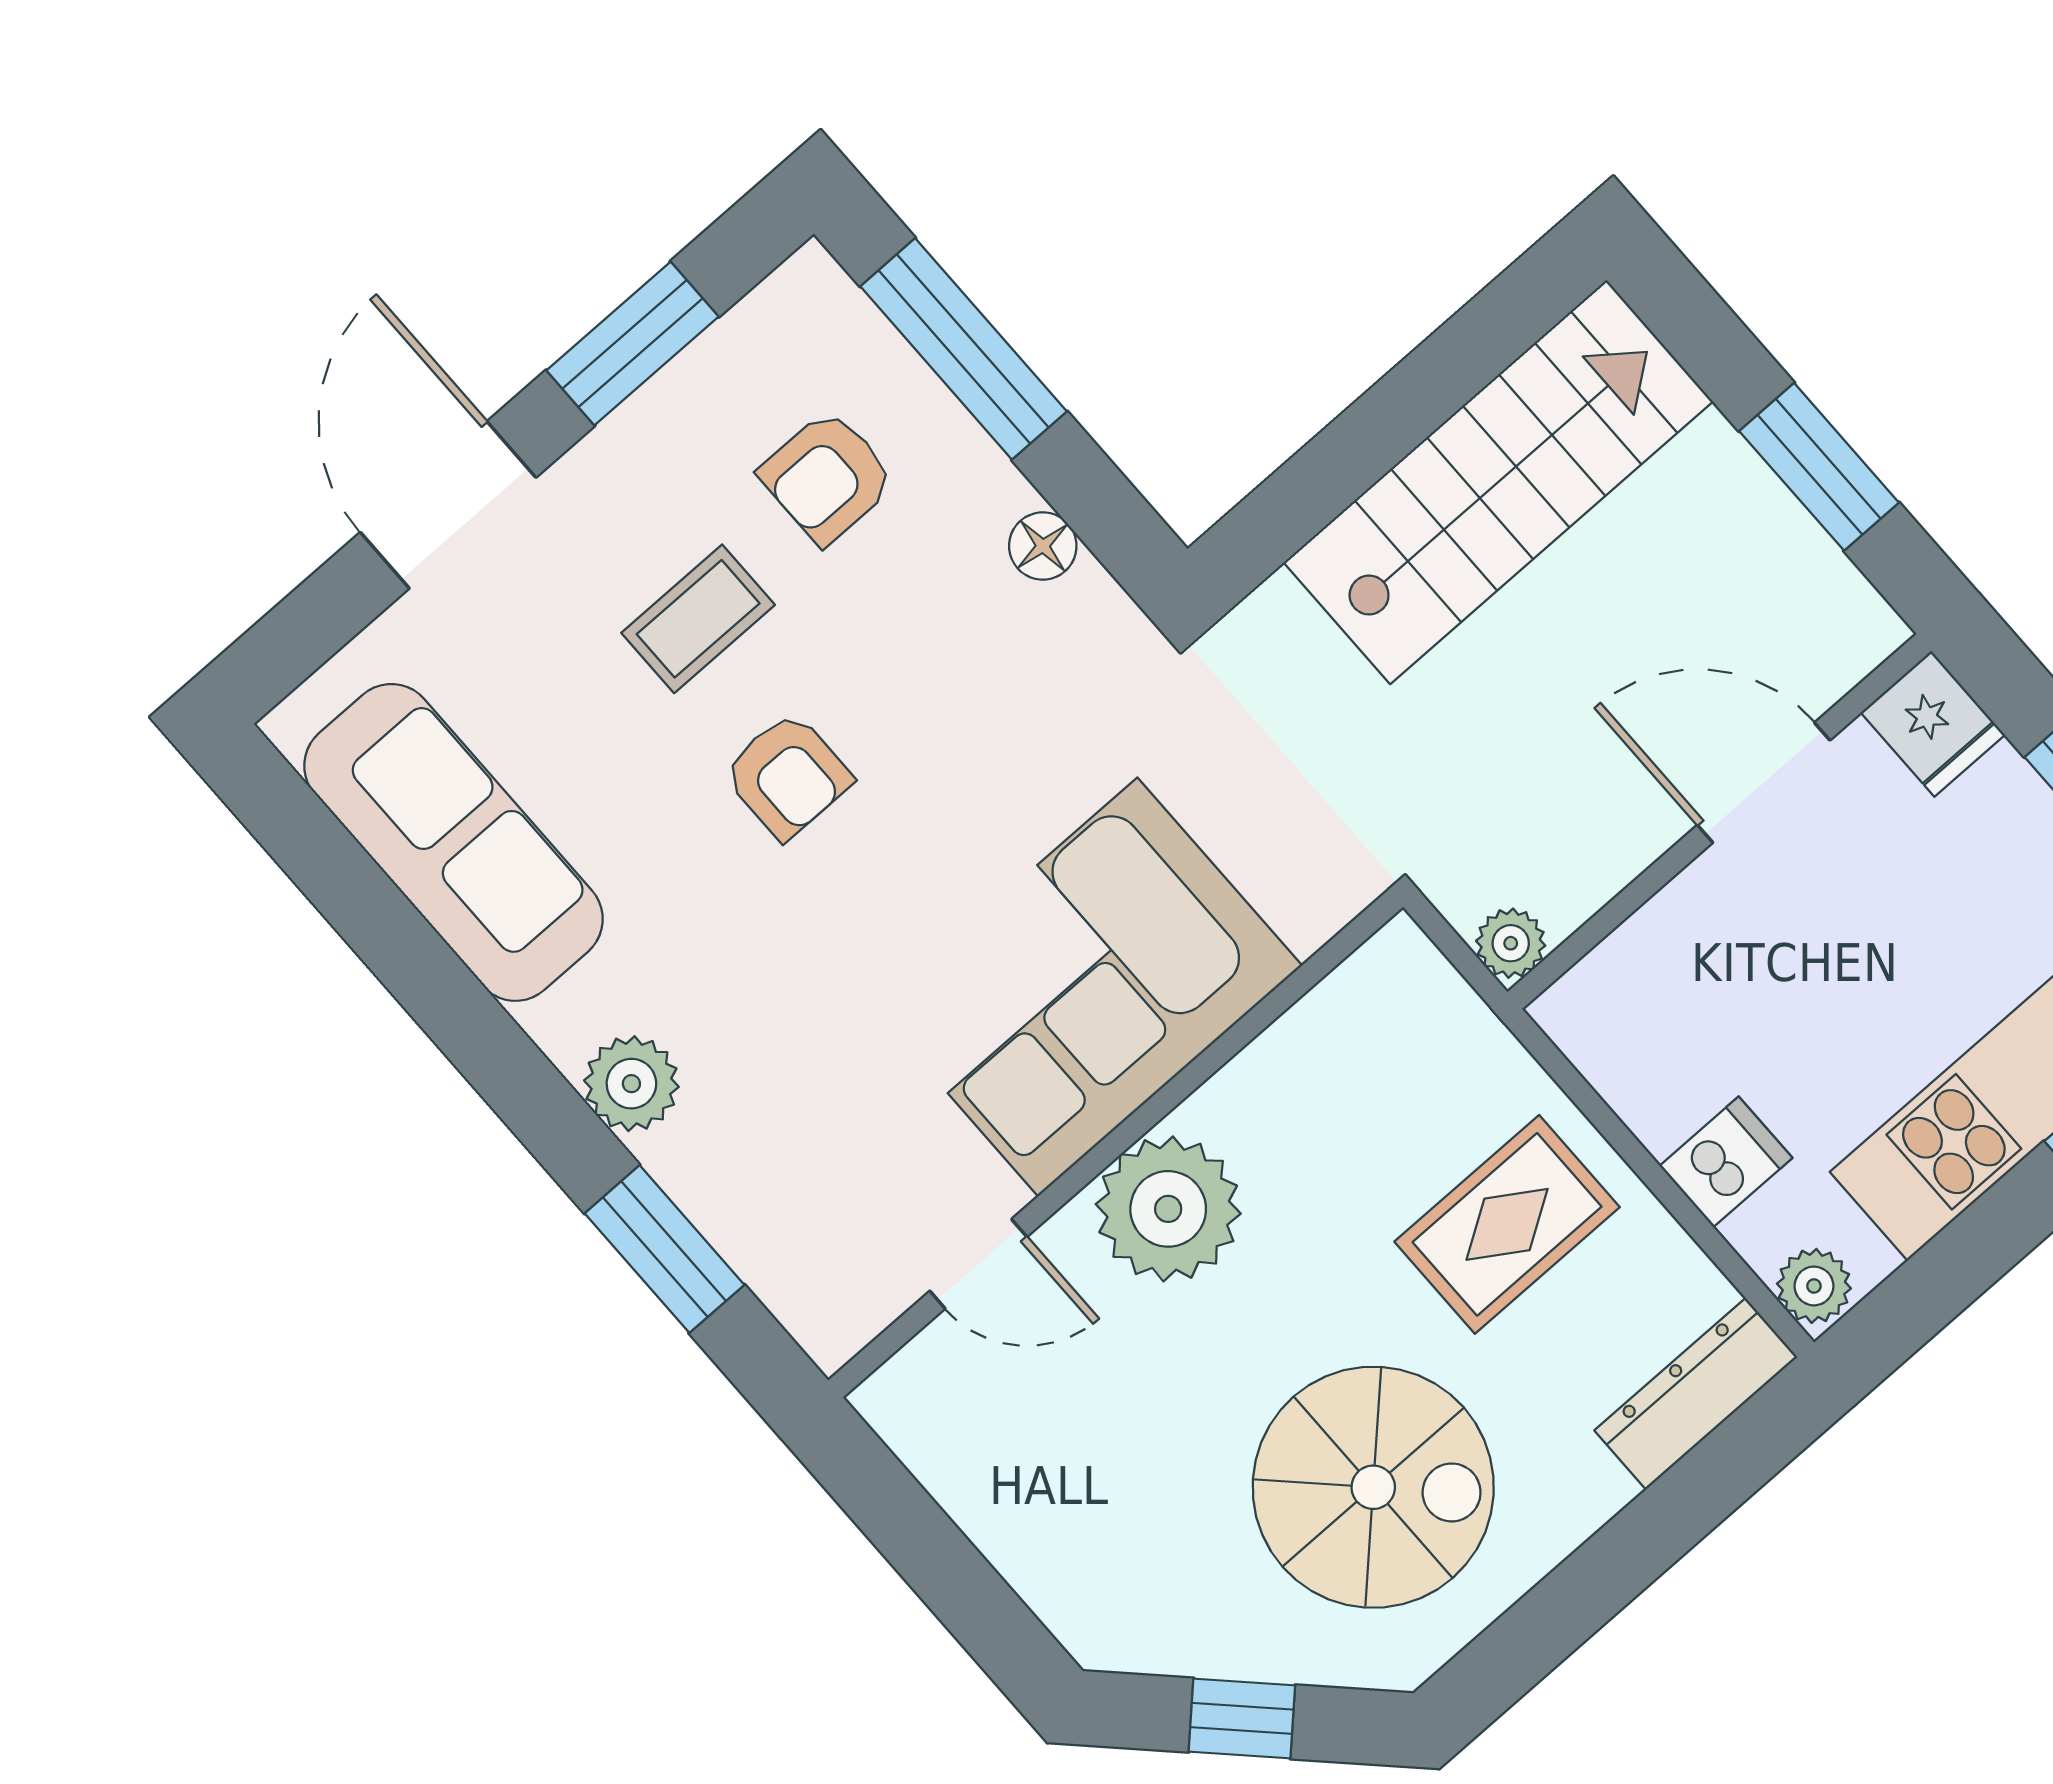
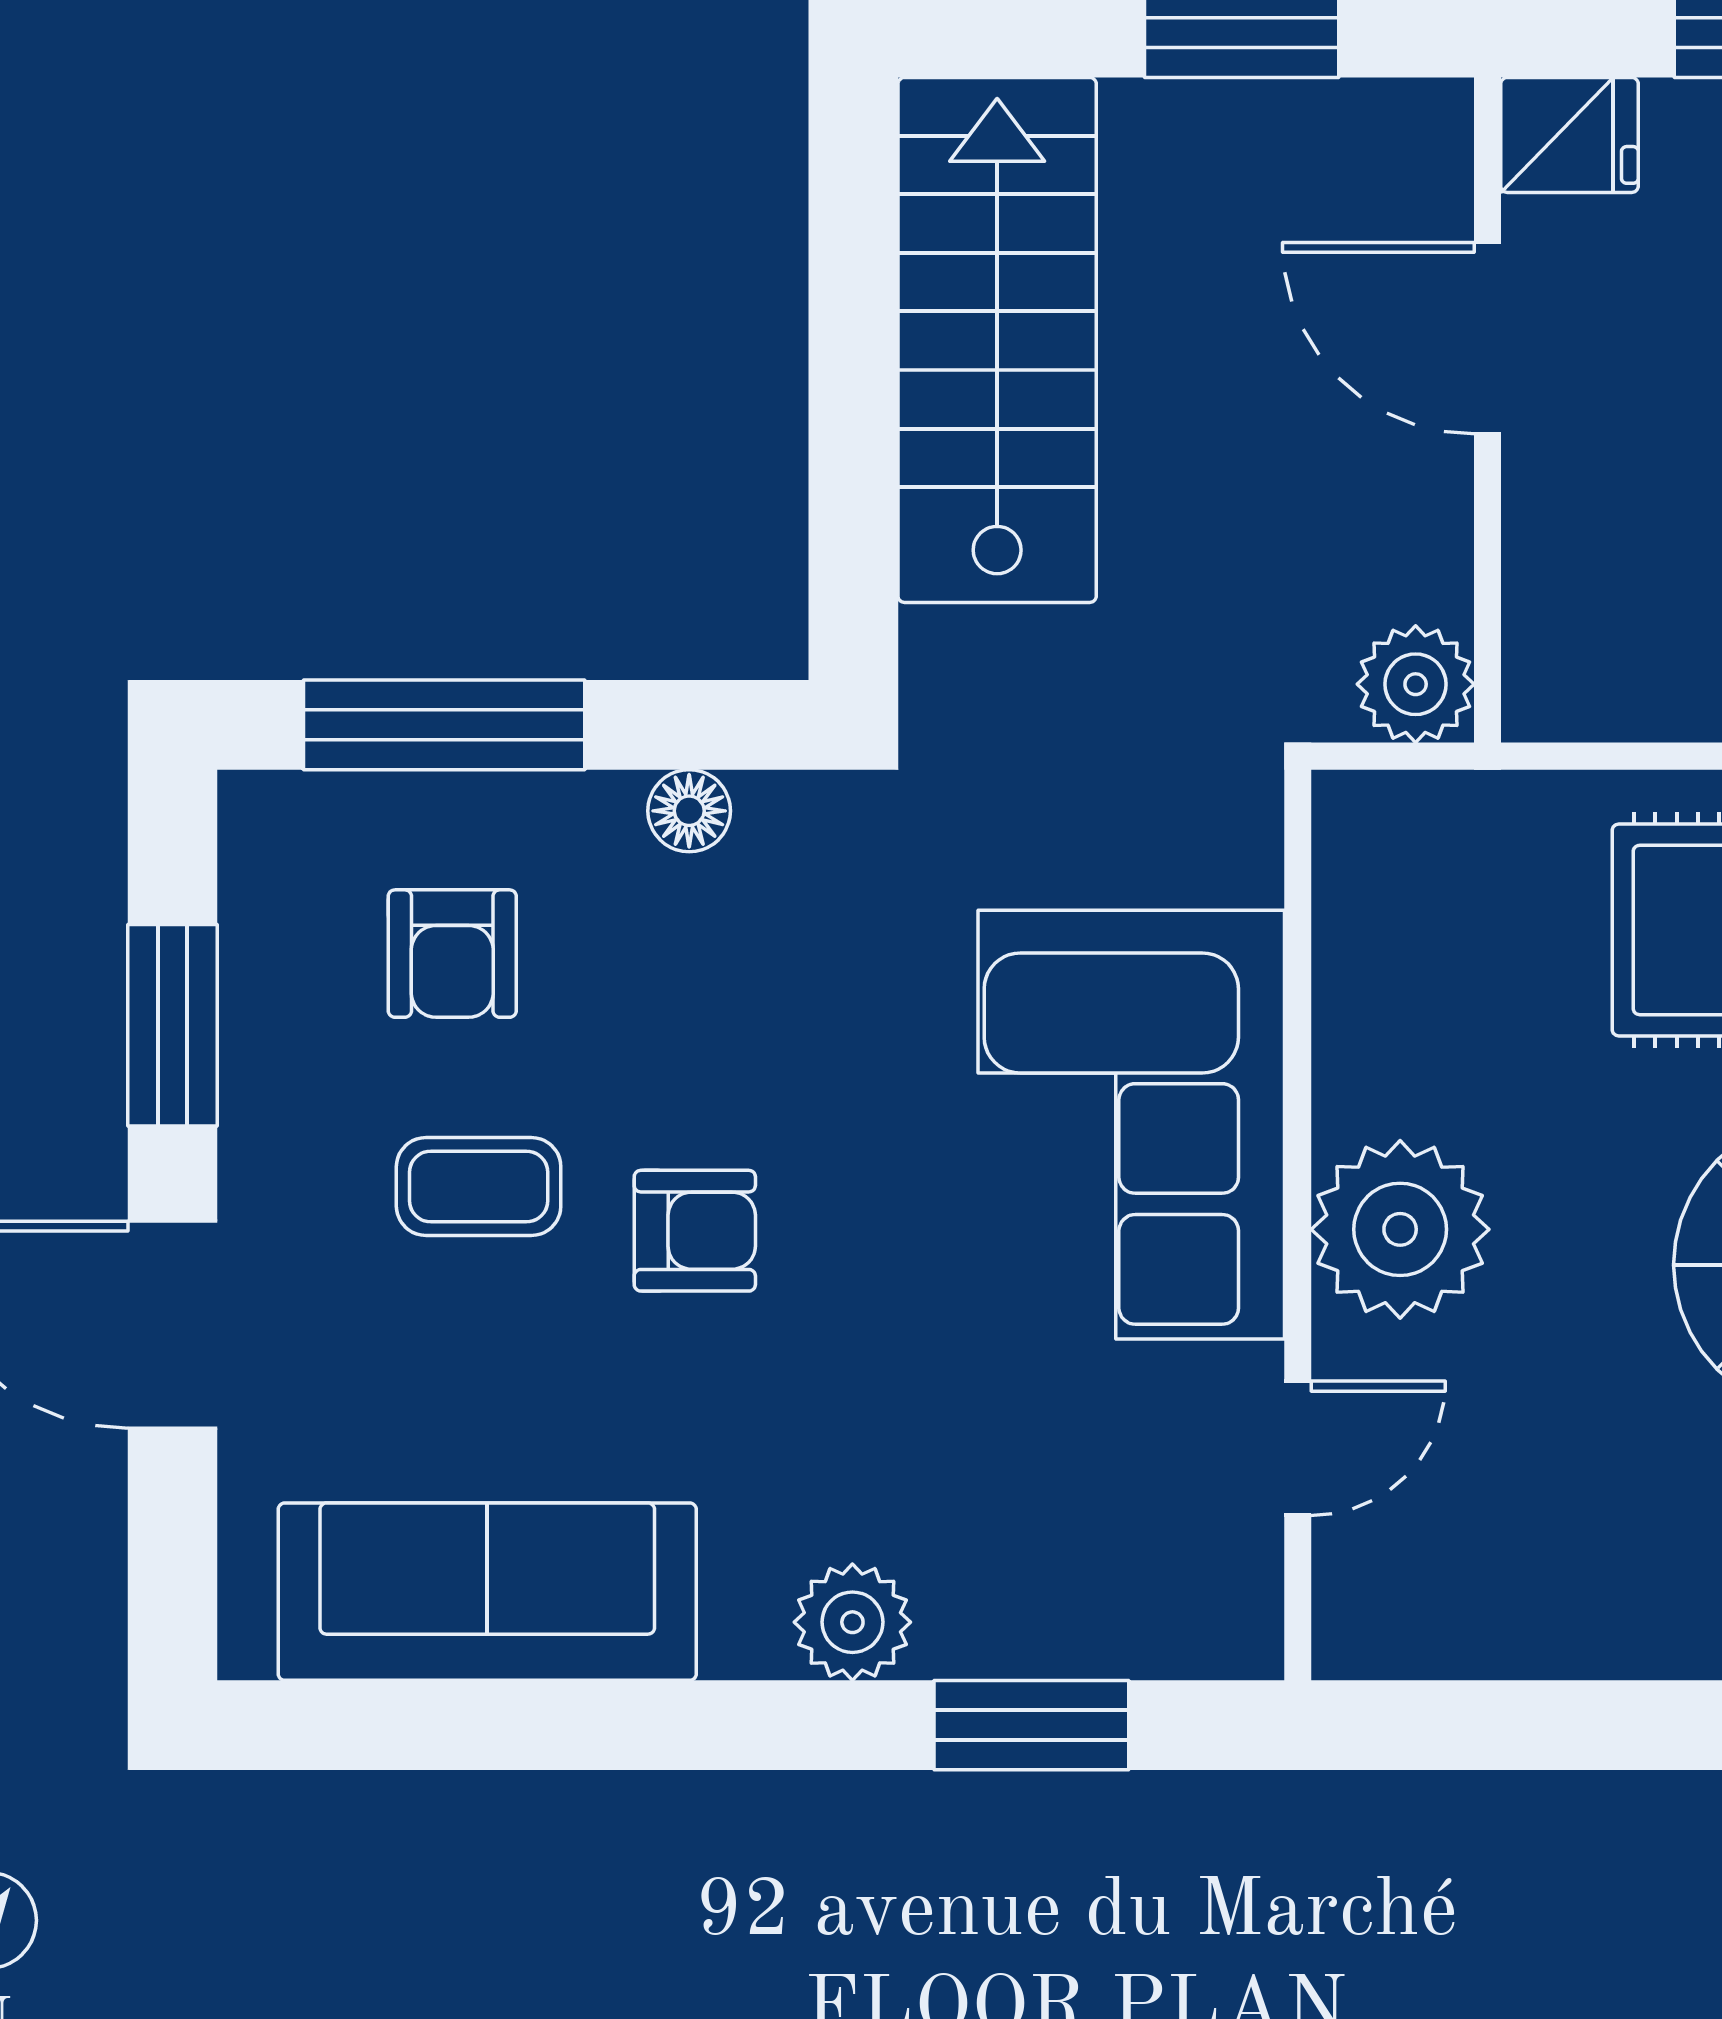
coffee table: (698, 619) -> (479, 1186), turned 90
door: (1764, 783) -> (1487, 338), hinge flipped
plant: (1511, 943) -> (1416, 684), width x1.38, depth x1.38

